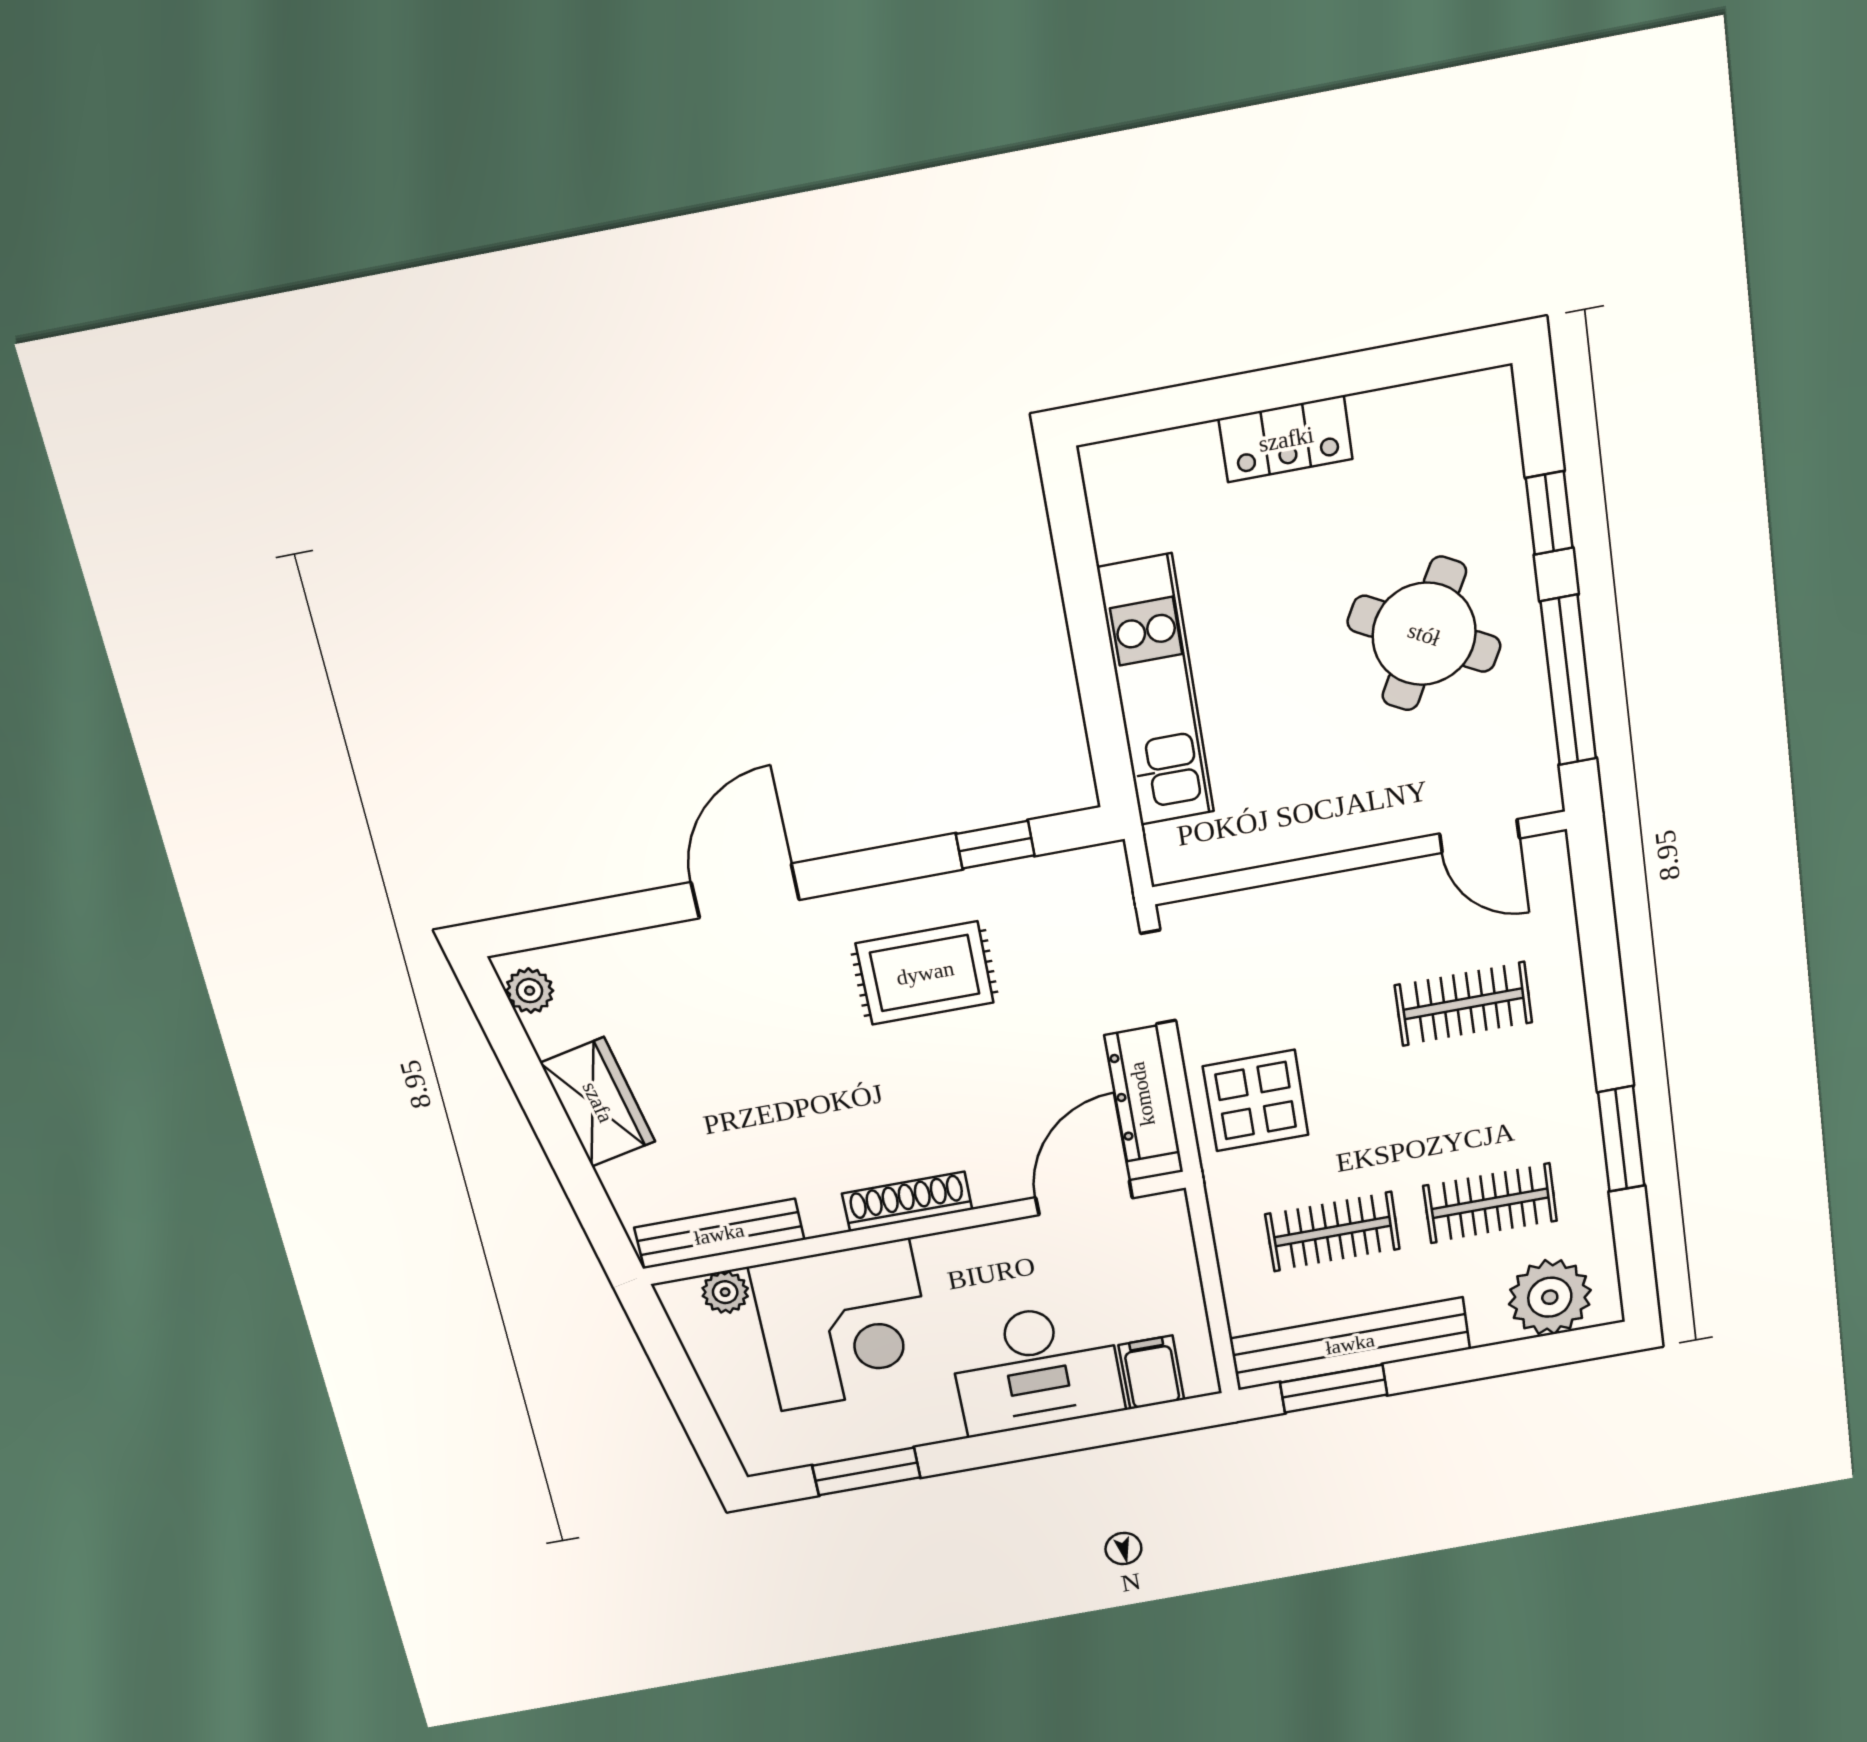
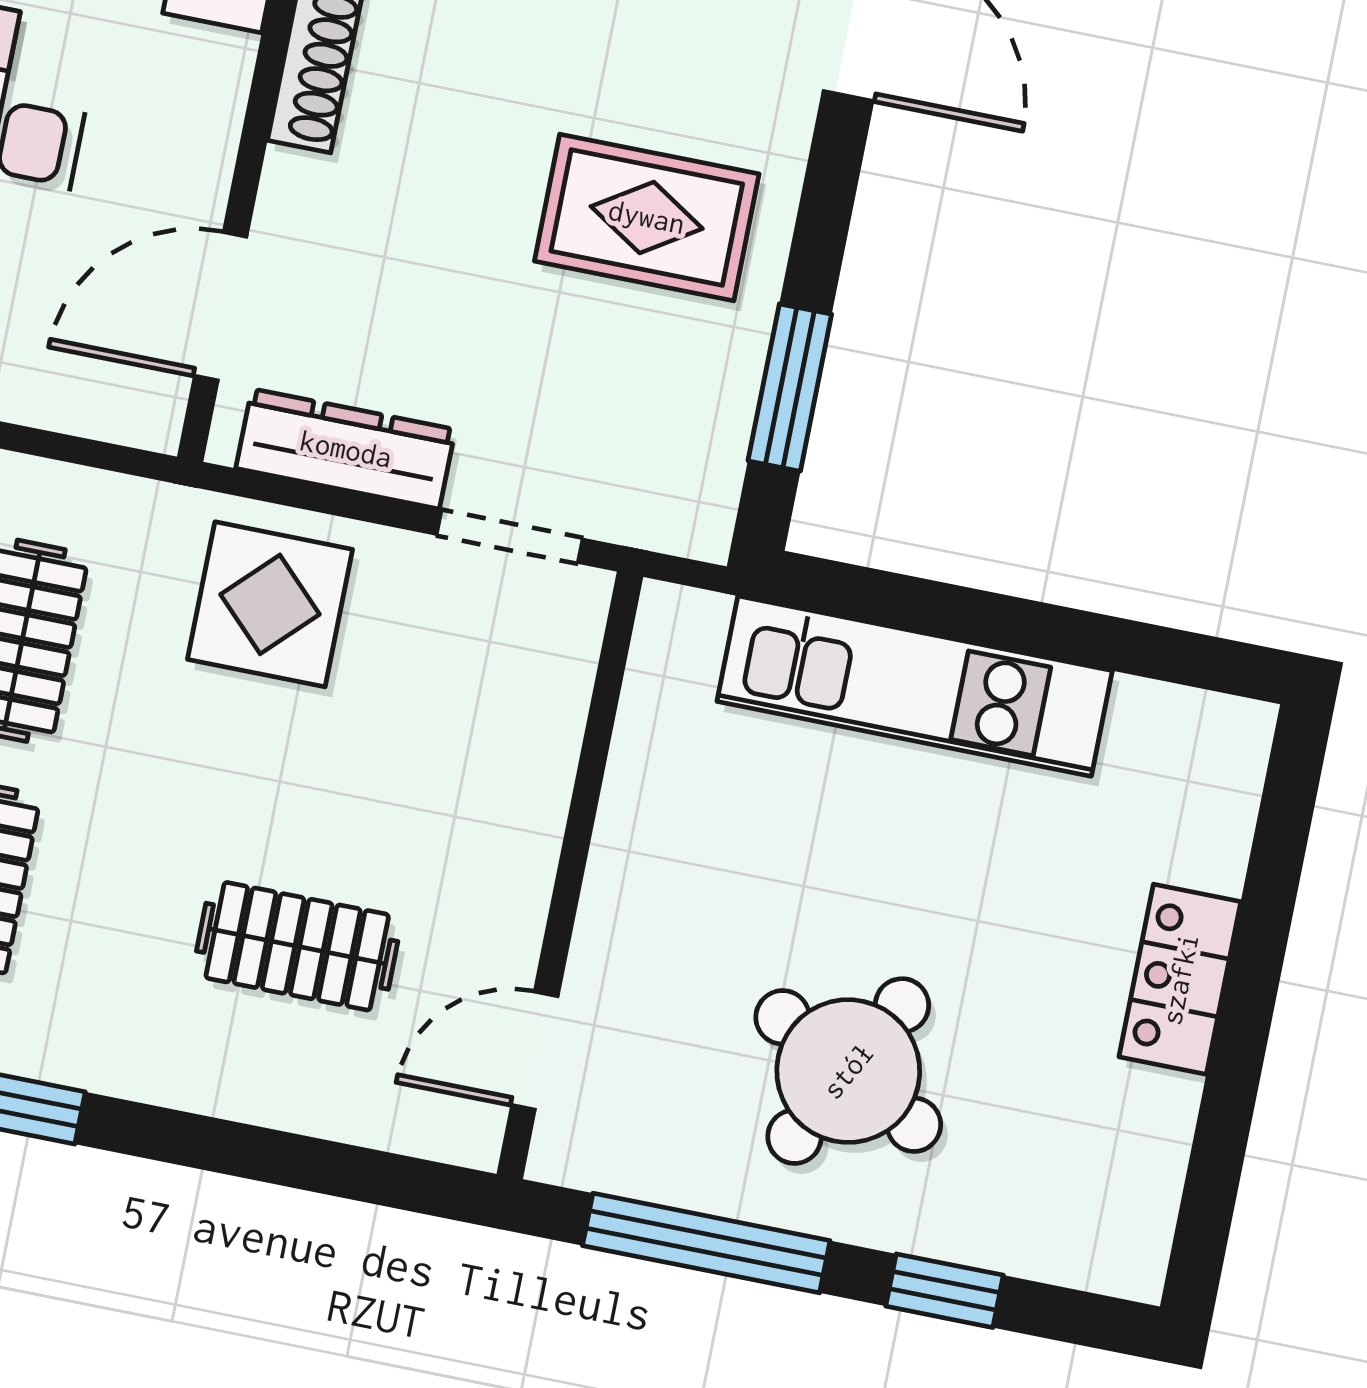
window: (995, 845) -> (790, 388), width x1.50
rug: (925, 973) -> (647, 217), turned 90
clothes rail: (1463, 1004) -> (297, 946), turned 90
door: (1084, 1198) -> (221, 306), swing flipped

